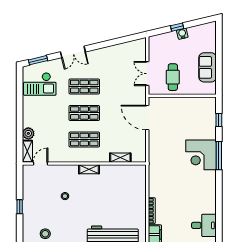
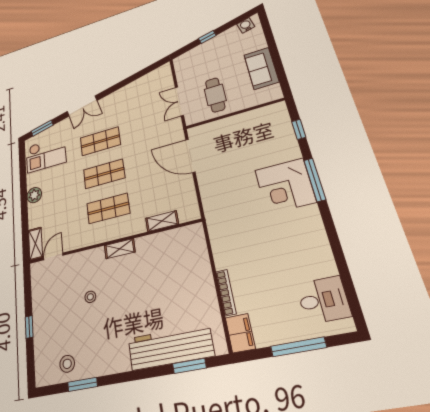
water cooler: (182, 34) -> (246, 25), moved
plant: (28, 133) -> (34, 195), moved

